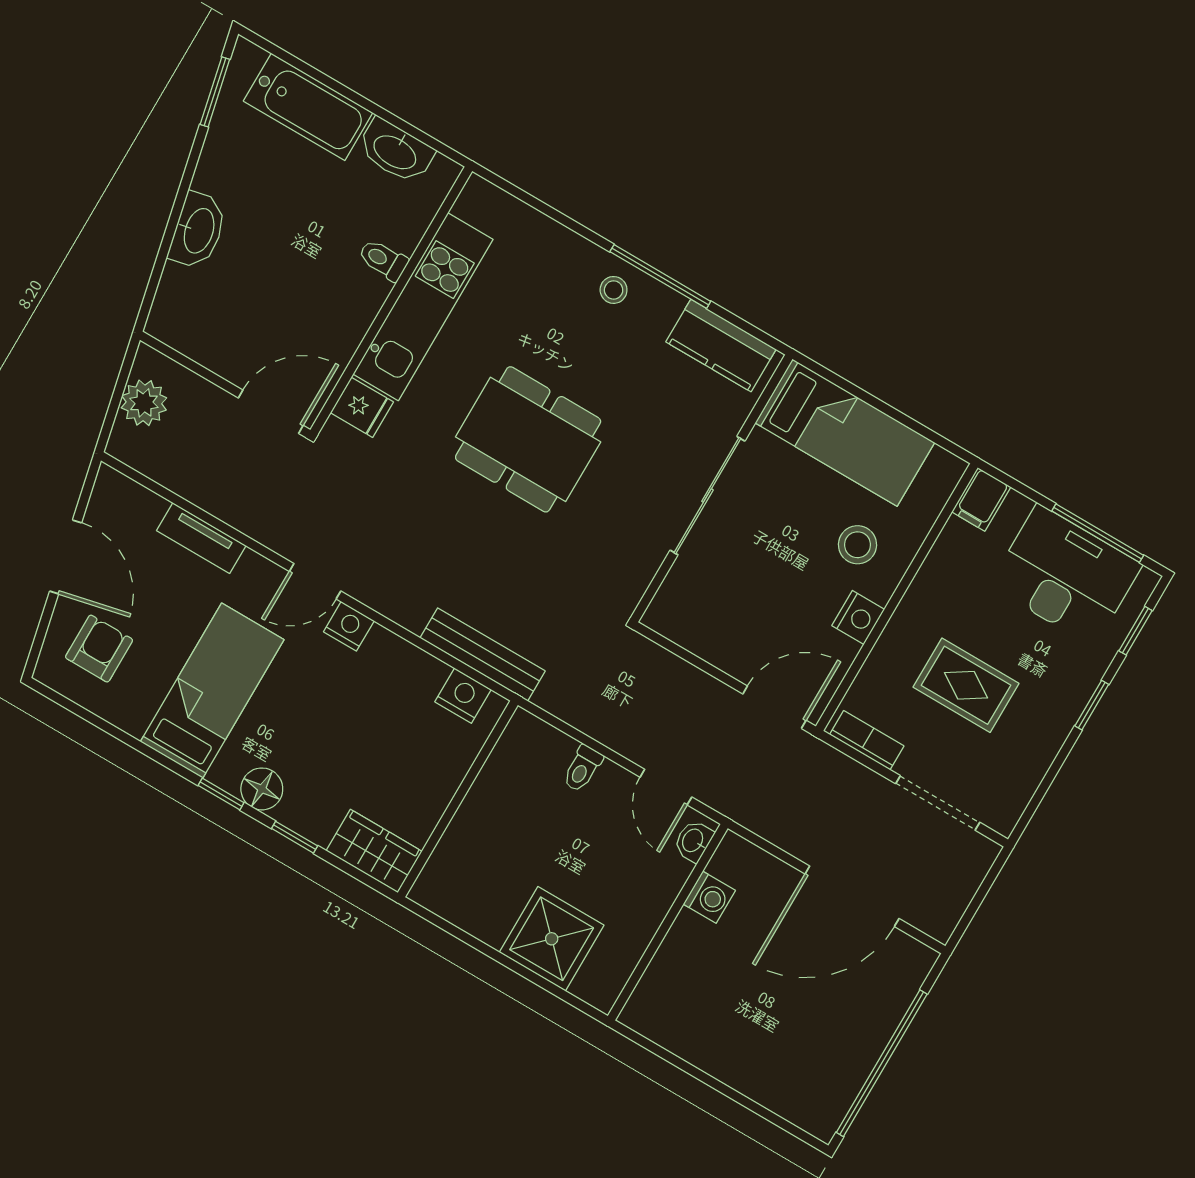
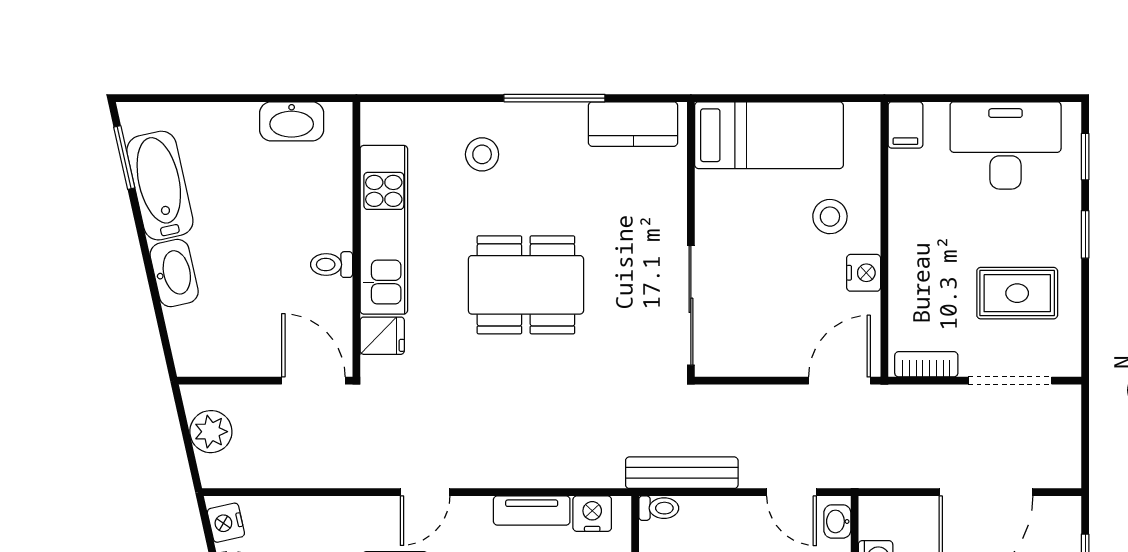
bathtub: (308, 107) -> (160, 186), moved, turned -103
toilet: (383, 260) -> (332, 265), moved
stool: (614, 290) -> (482, 154), moved, width x1.37, depth x1.37
door: (271, 412) -> (313, 381), hinge flipped
sliding door: (707, 496) -> (691, 305), moved
window: (1098, 533) -> (1011, 98), removed
tv unit: (201, 538) -> (532, 510), moved
nightstand: (349, 626) -> (226, 523), moved, turned -103
bench: (483, 654) -> (682, 473), moved
rug: (966, 685) -> (1017, 293), moved
toilet: (582, 769) -> (659, 508), moved, turned -90

